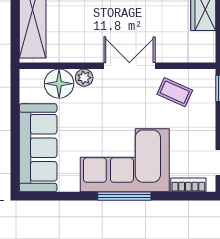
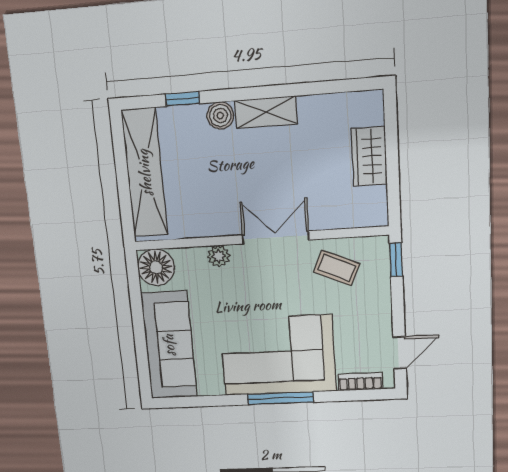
floor lamp: (59, 84) -> (156, 267), moved

